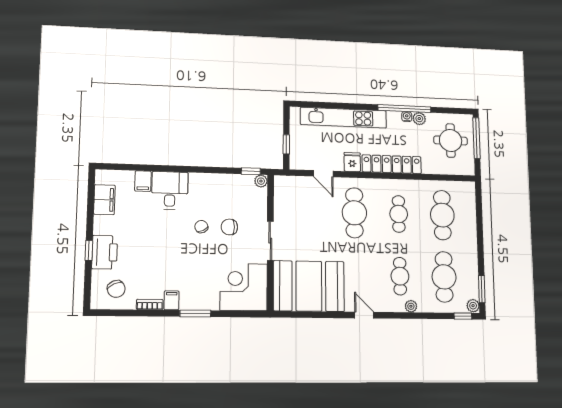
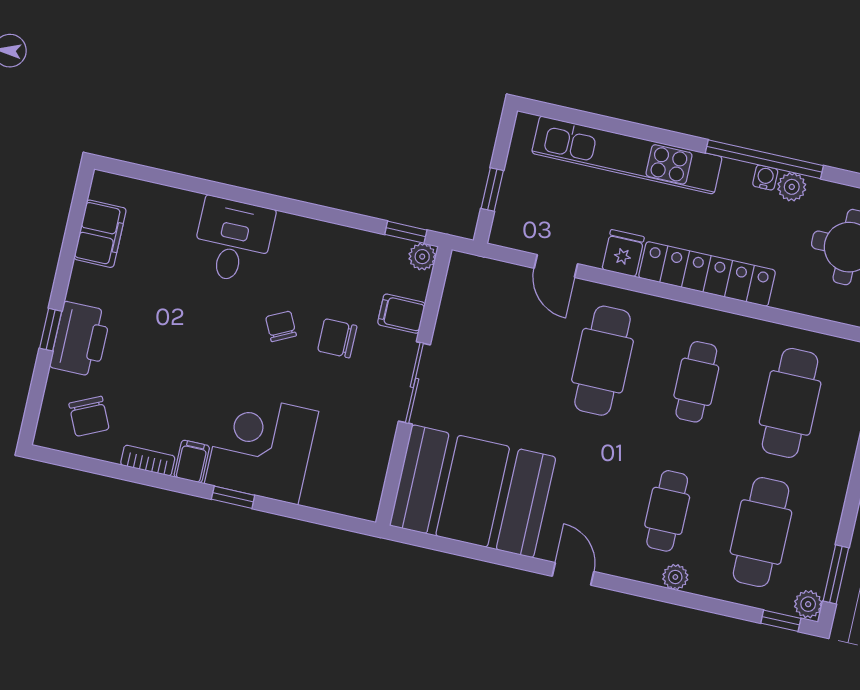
filing cabinet: (143, 181) -> (401, 314), moved, turned 90
corner desk: (244, 287) -> (262, 448), moved
window: (195, 313) -> (233, 497), width x0.67

